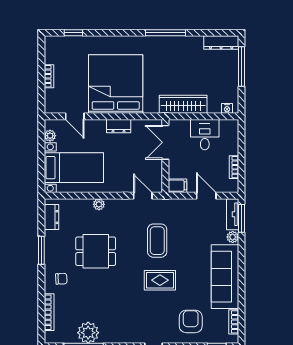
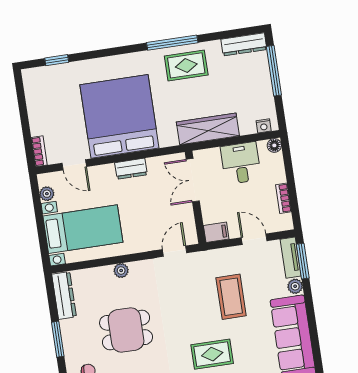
rug: (174, 52) -> (186, 65), added
bookcase: (49, 76) -> (39, 151), moved
floor lamp: (233, 125) -> (274, 145), added
door: (143, 196) -> (175, 251), hinge flipped
dresser: (51, 217) -> (64, 295), width x1.44
coffee table: (157, 241) -> (231, 297), moved

